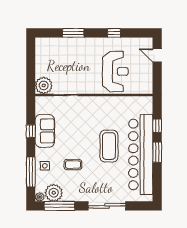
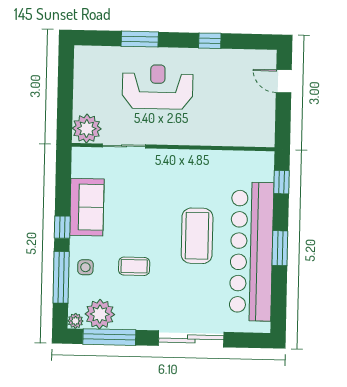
reception desk: (115, 71) -> (158, 87), moved, turned -90
window: (157, 126) -> (281, 182), moved
window: (31, 131) -> (62, 227), moved

